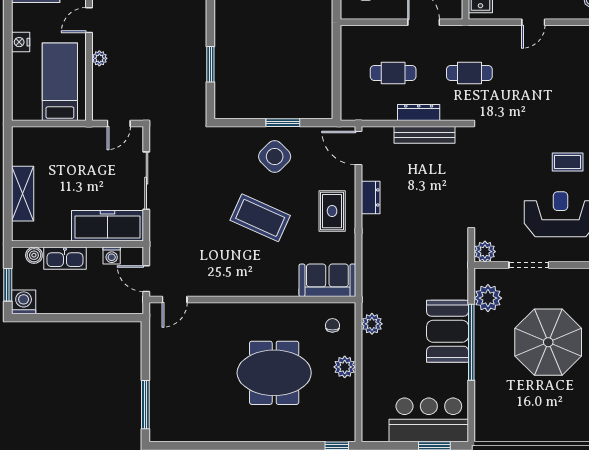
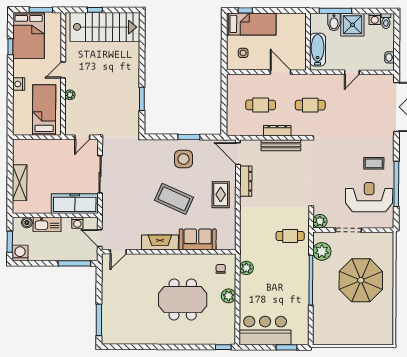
side table: (275, 157) -> (183, 159), turned 45
dresser: (371, 197) -> (246, 181), width x1.44
cafe table: (439, 274) -> (290, 236), added
sofa: (327, 280) -> (198, 239), moved
fireplace: (239, 285) -> (160, 242), added
window: (107, 318) -> (74, 263), added
booth: (448, 331) -> (295, 273), removed
bar counter: (429, 420) -> (265, 330), moved

